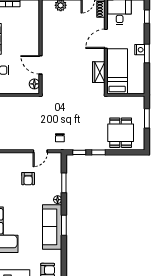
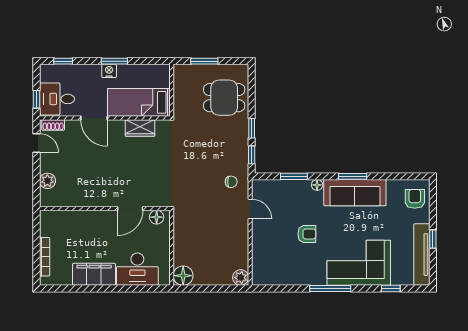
armchair: (28, 179) -> (307, 234), moved

